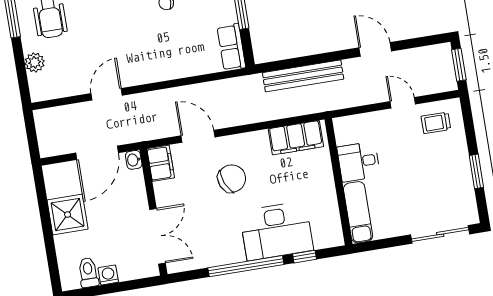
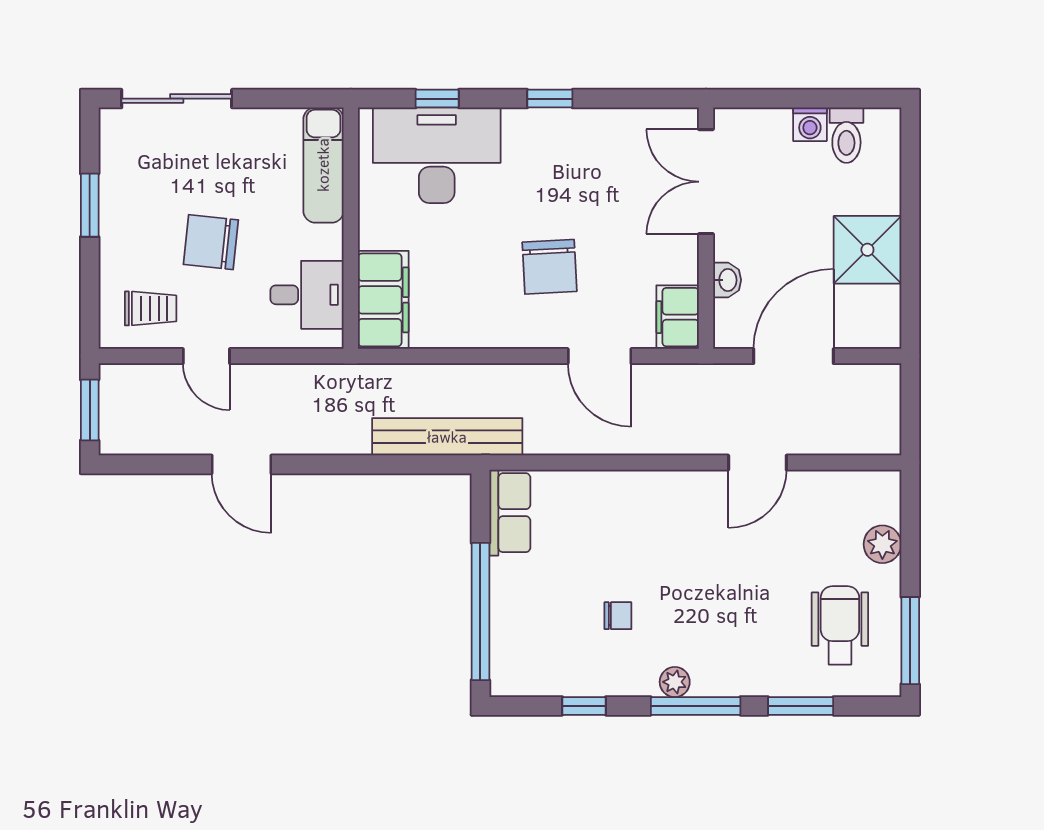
bench: (303, 76) -> (447, 437), moved
filing cabinet: (296, 138) -> (383, 300), moved, turned 90
washbasin: (134, 160) -> (727, 280), moved
desk: (359, 162) -> (307, 295), moved
chair: (410, 162) -> (211, 242), added
chair: (232, 179) -> (550, 267), turned -70
desk: (276, 231) -> (437, 155), moved
window: (246, 266) -> (550, 99), width x0.32

